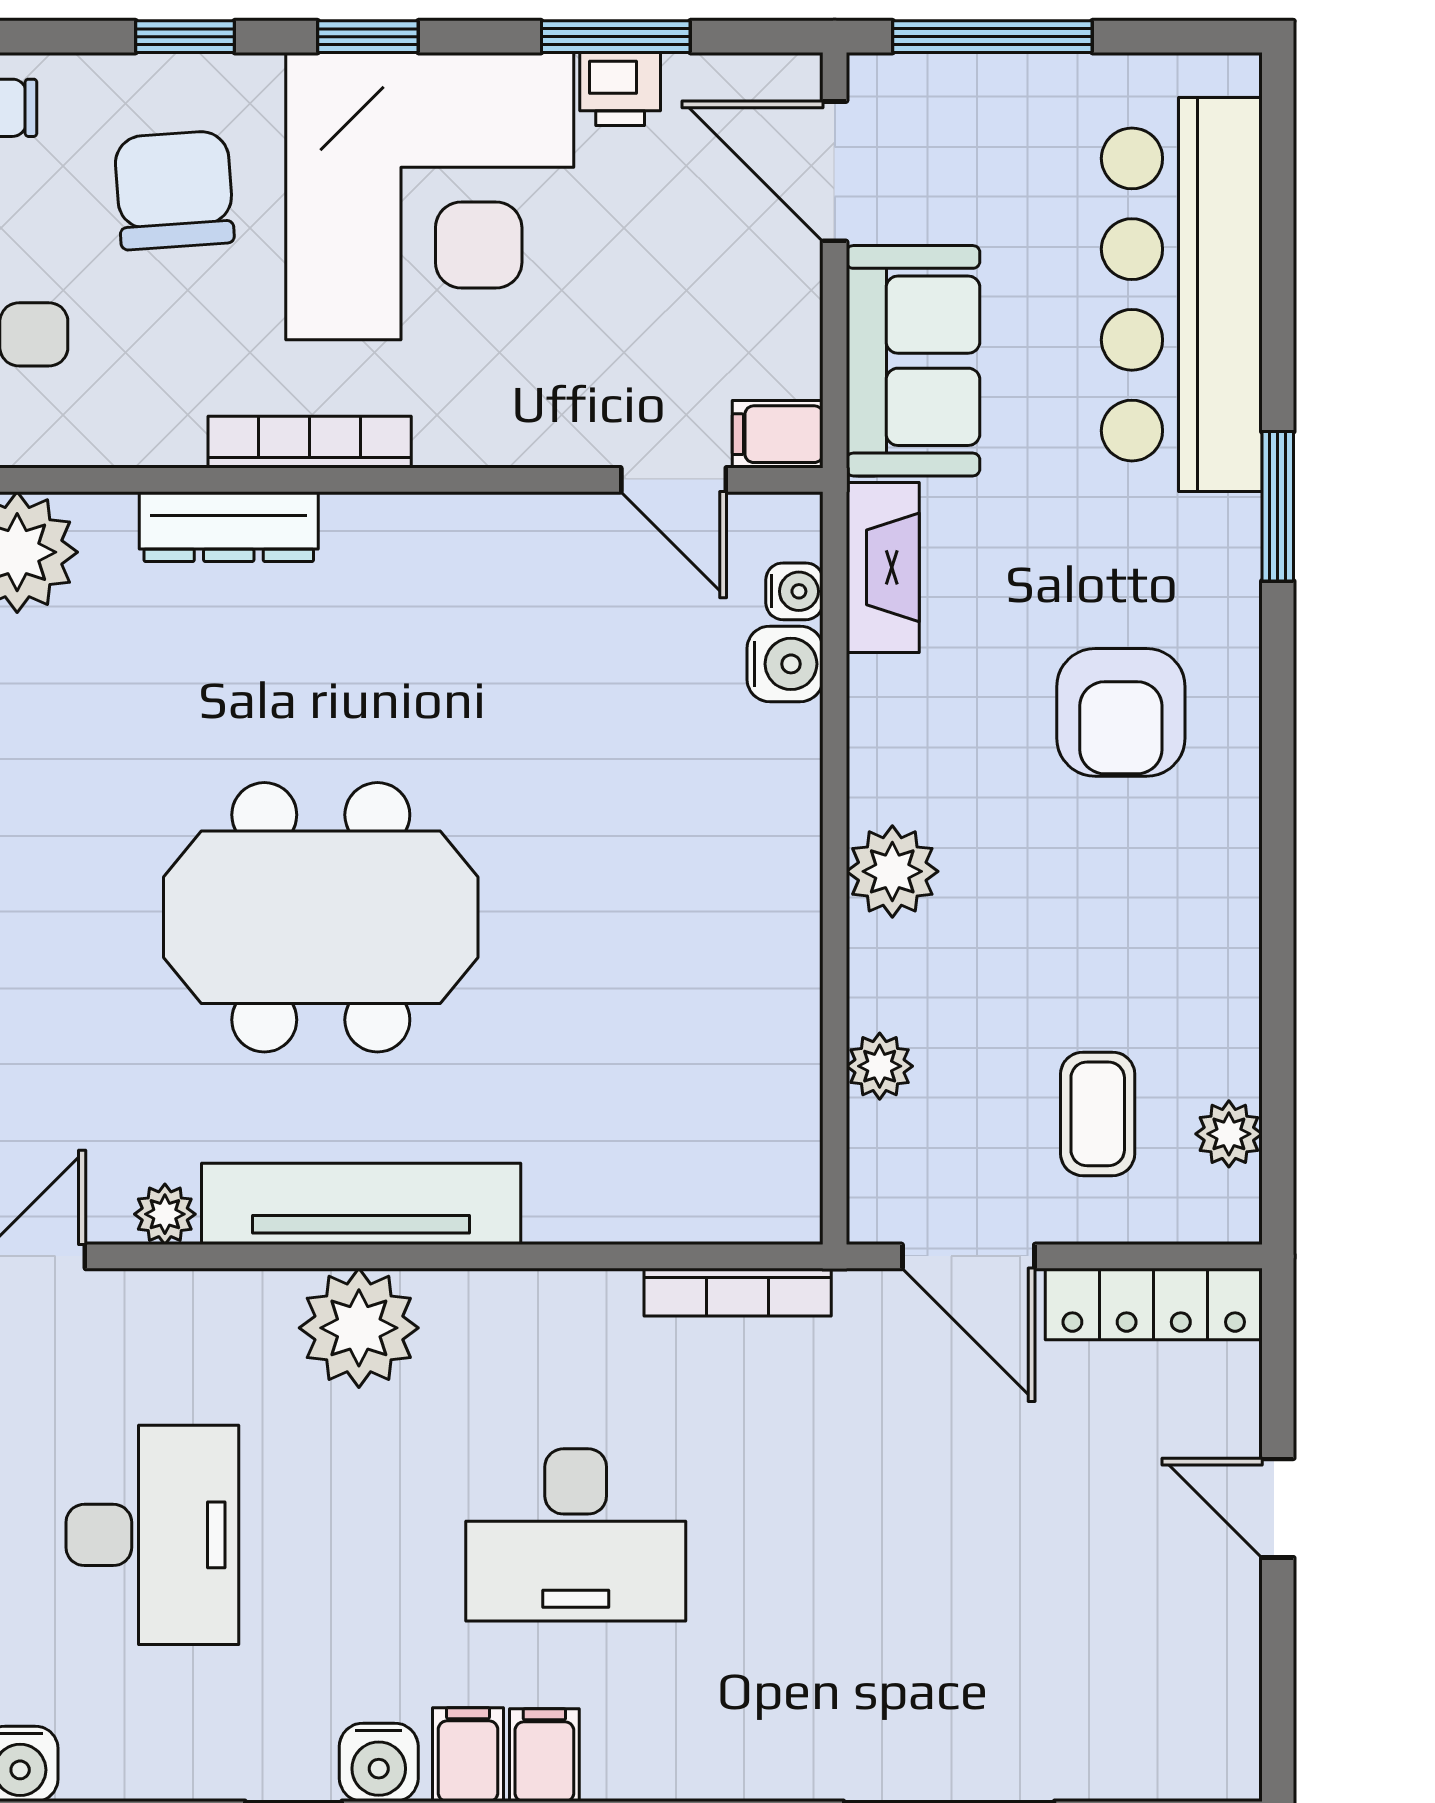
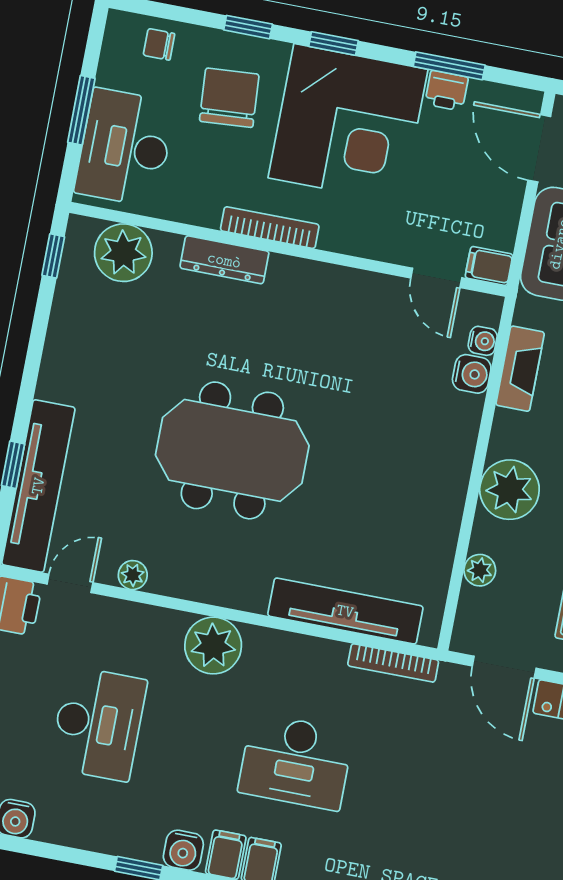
fireplace: (883, 567) -> (520, 369), moved
plant: (892, 871) -> (509, 490), width x1.36, depth x1.36
tv unit: (361, 1204) -> (345, 611), moved

